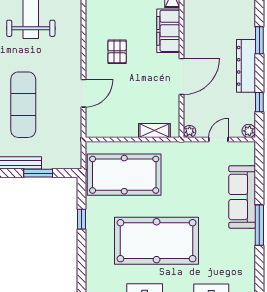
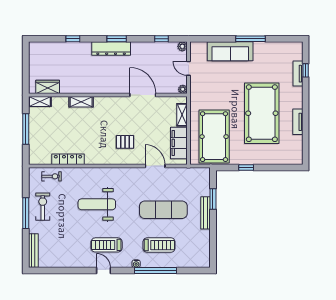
filing cabinet: (168, 31) -> (179, 143), moved, turned 90
dresser: (246, 66) -> (111, 48), moved

